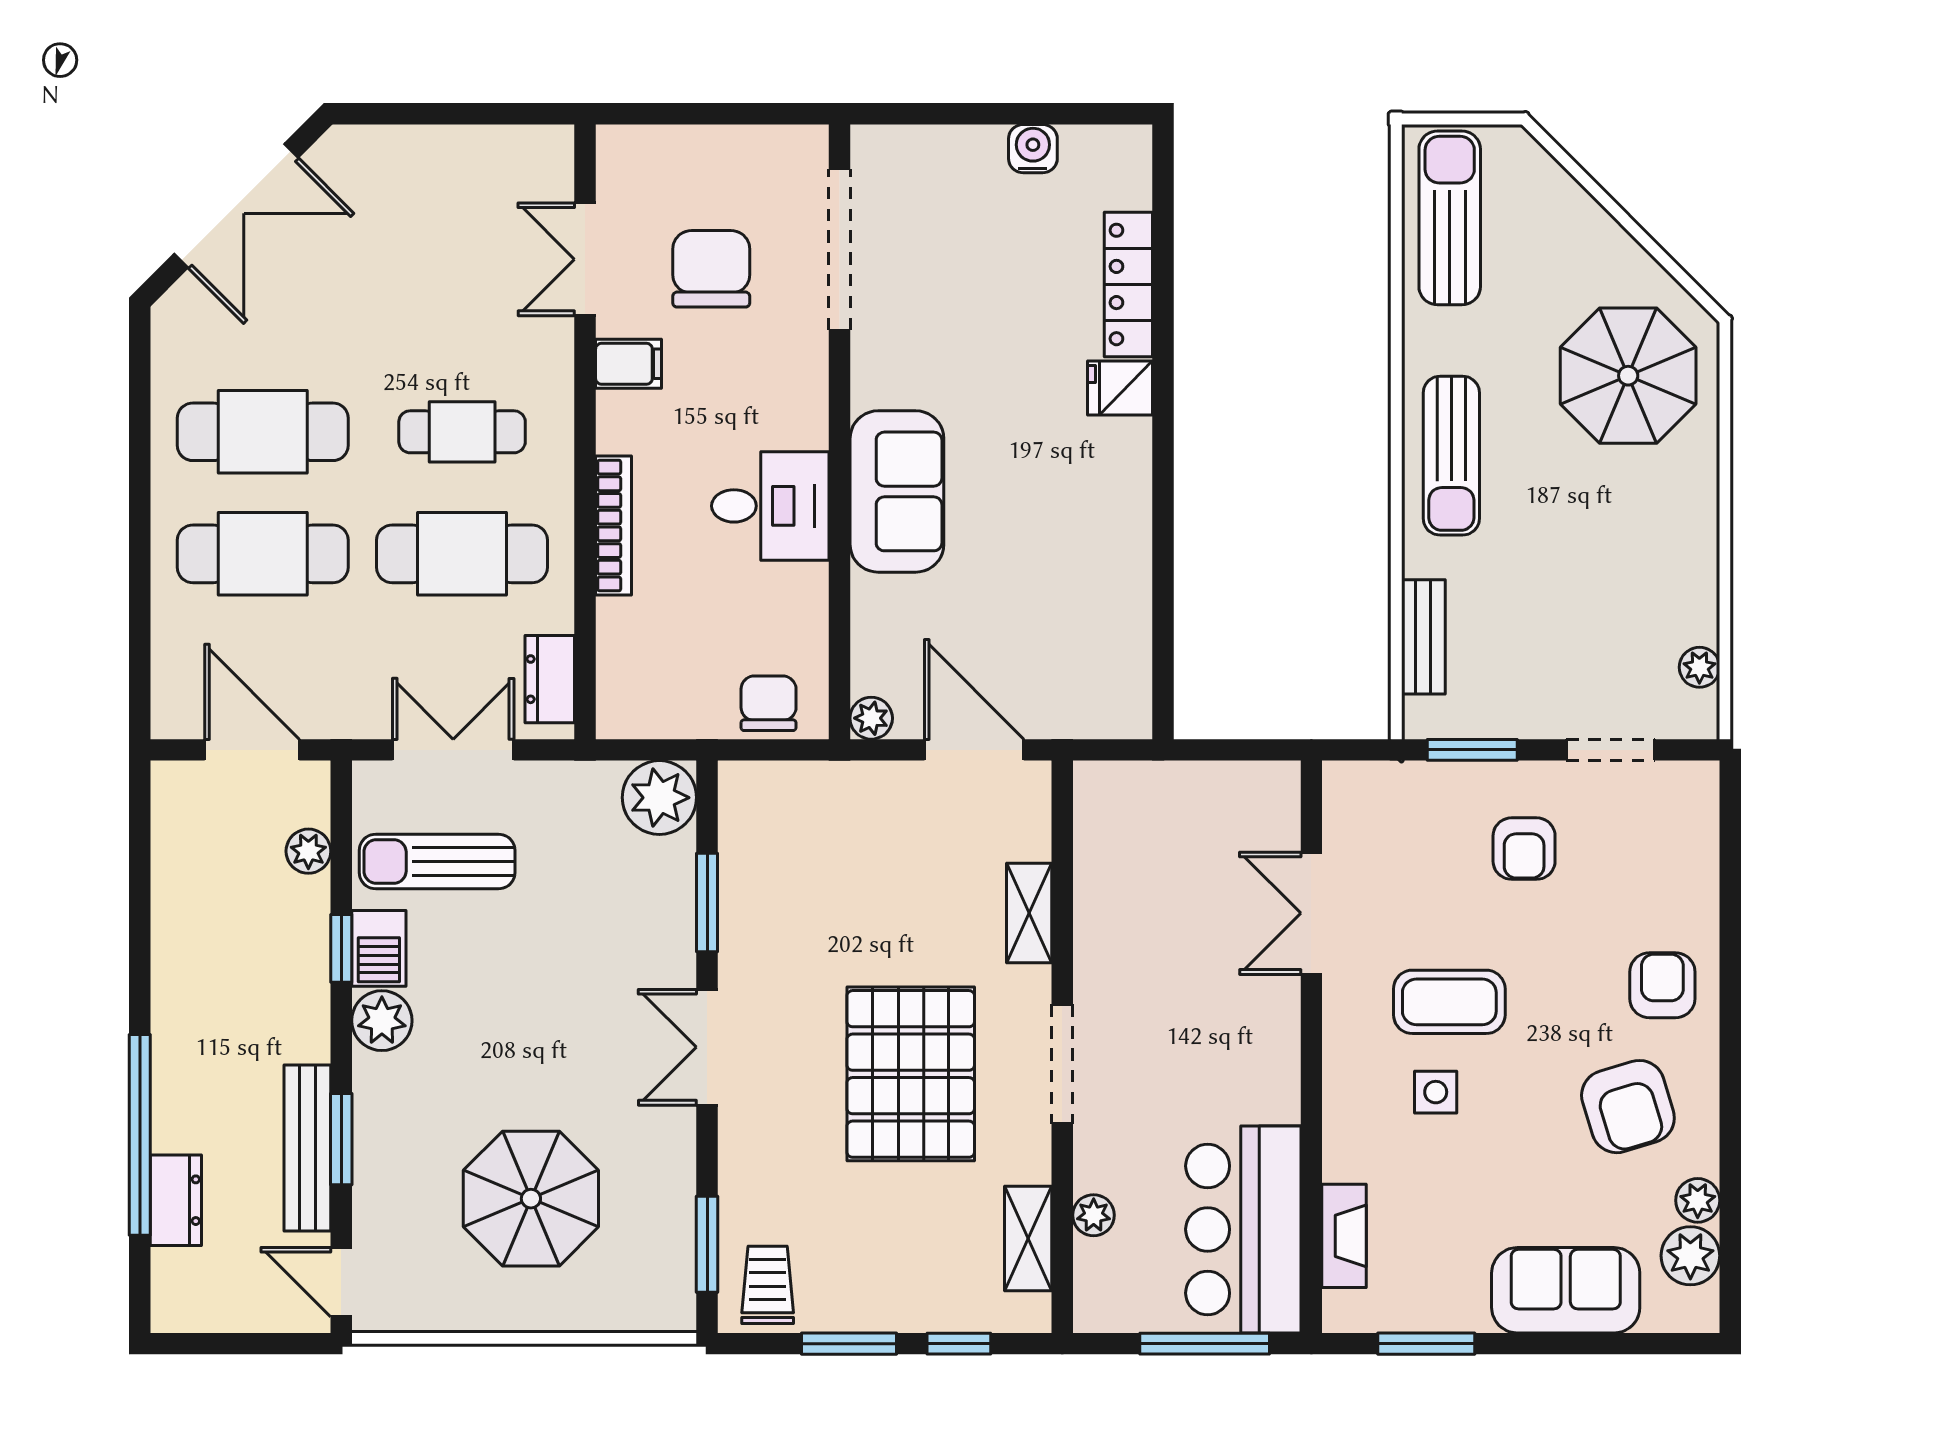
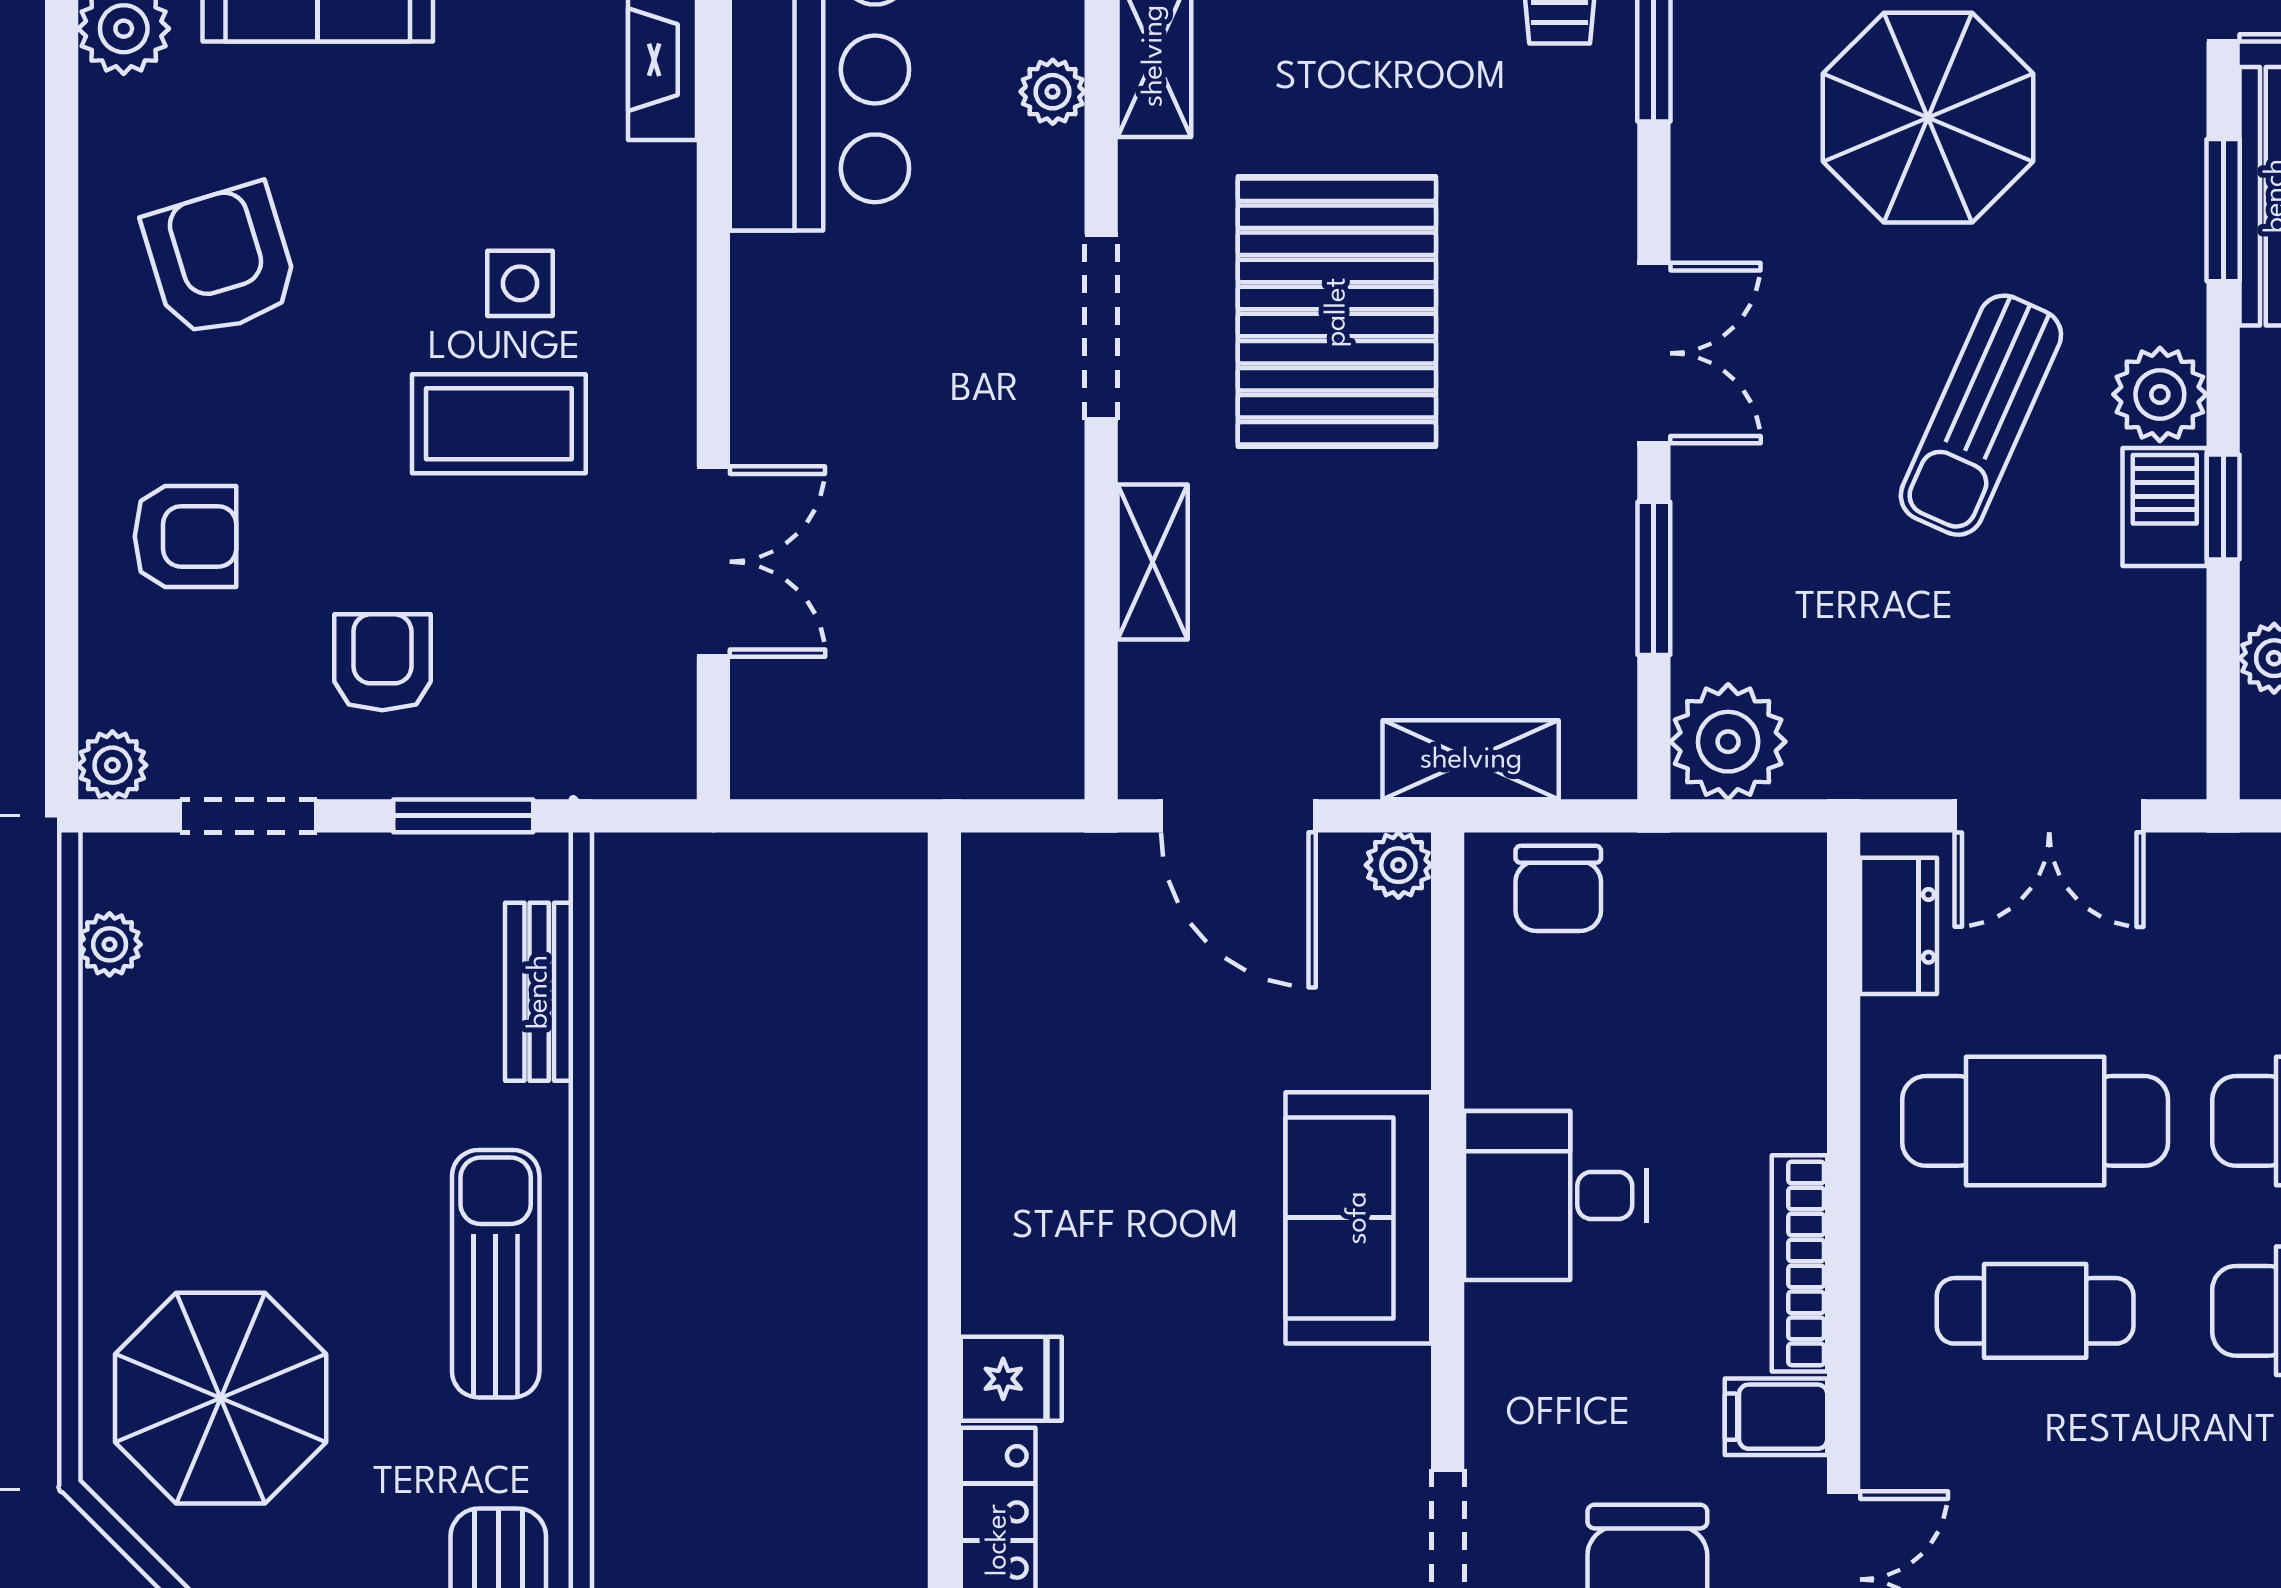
bookcase: (613, 525) -> (1799, 1263), moved
shelving: (825, 786) -> (1471, 760), added
sun lounger: (437, 862) -> (1981, 415), moved, turned 114
armchair: (1662, 985) -> (185, 536), moved, turned -90
plant: (1698, 1200) -> (112, 765), moved

